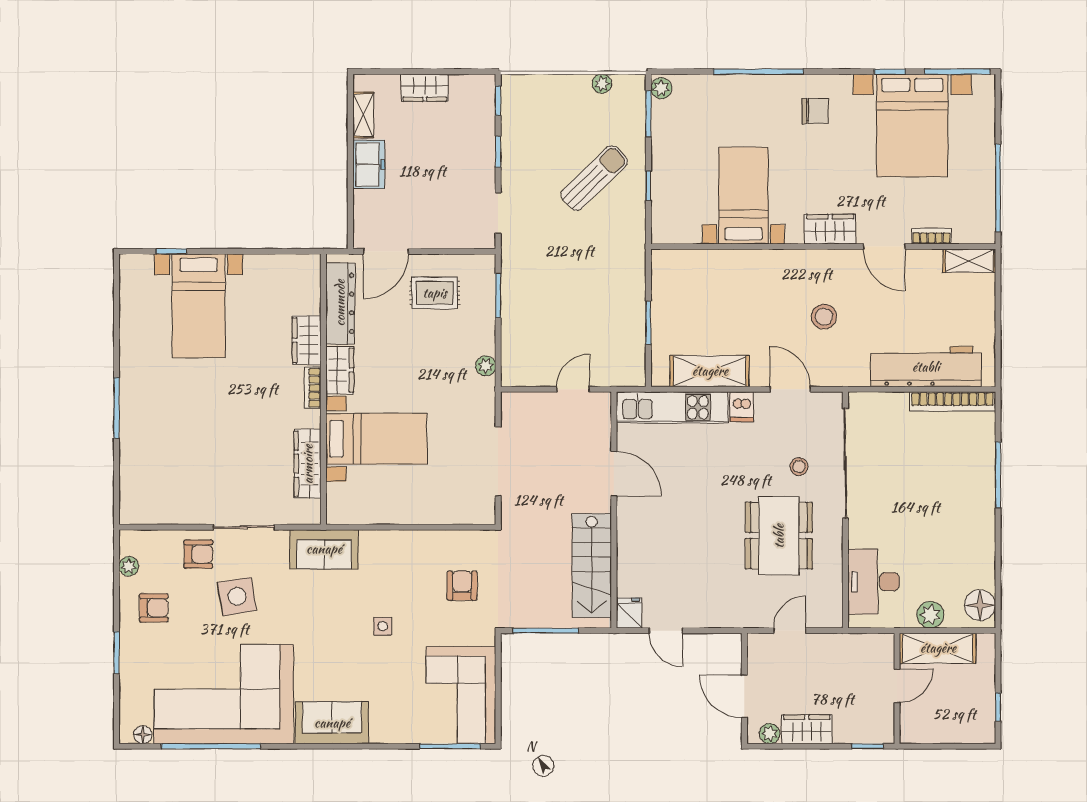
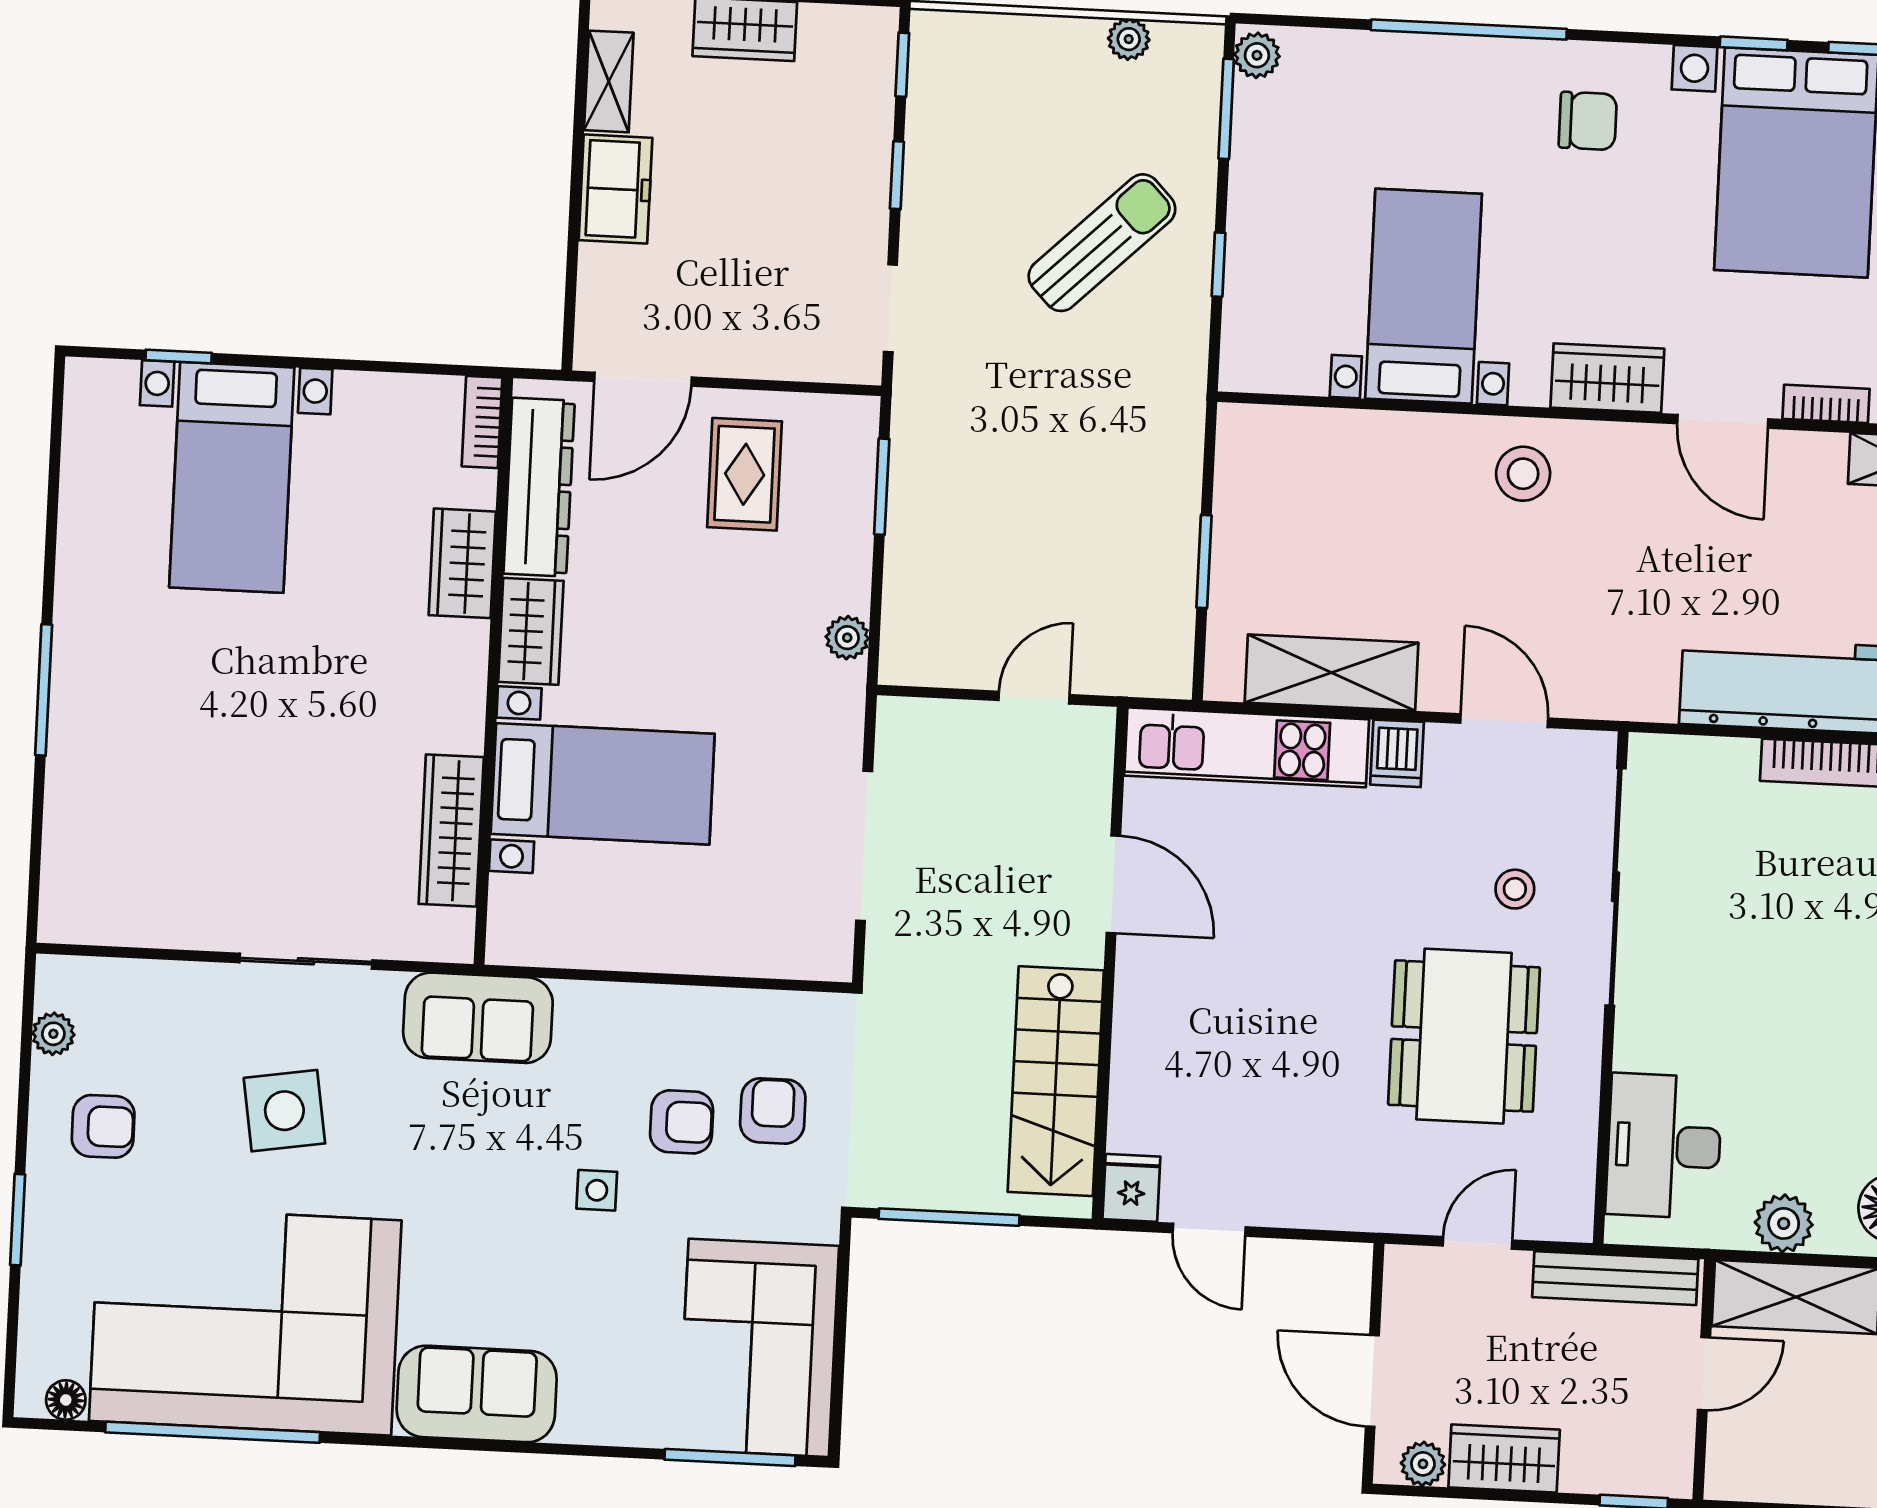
rug: (435, 293) -> (745, 474), turned 90
stool: (824, 317) -> (1523, 474), moved
bookcase: (313, 388) -> (482, 422), moved
armchair: (198, 554) -> (682, 1122), moved
bench: (854, 644) -> (1615, 1278), added

